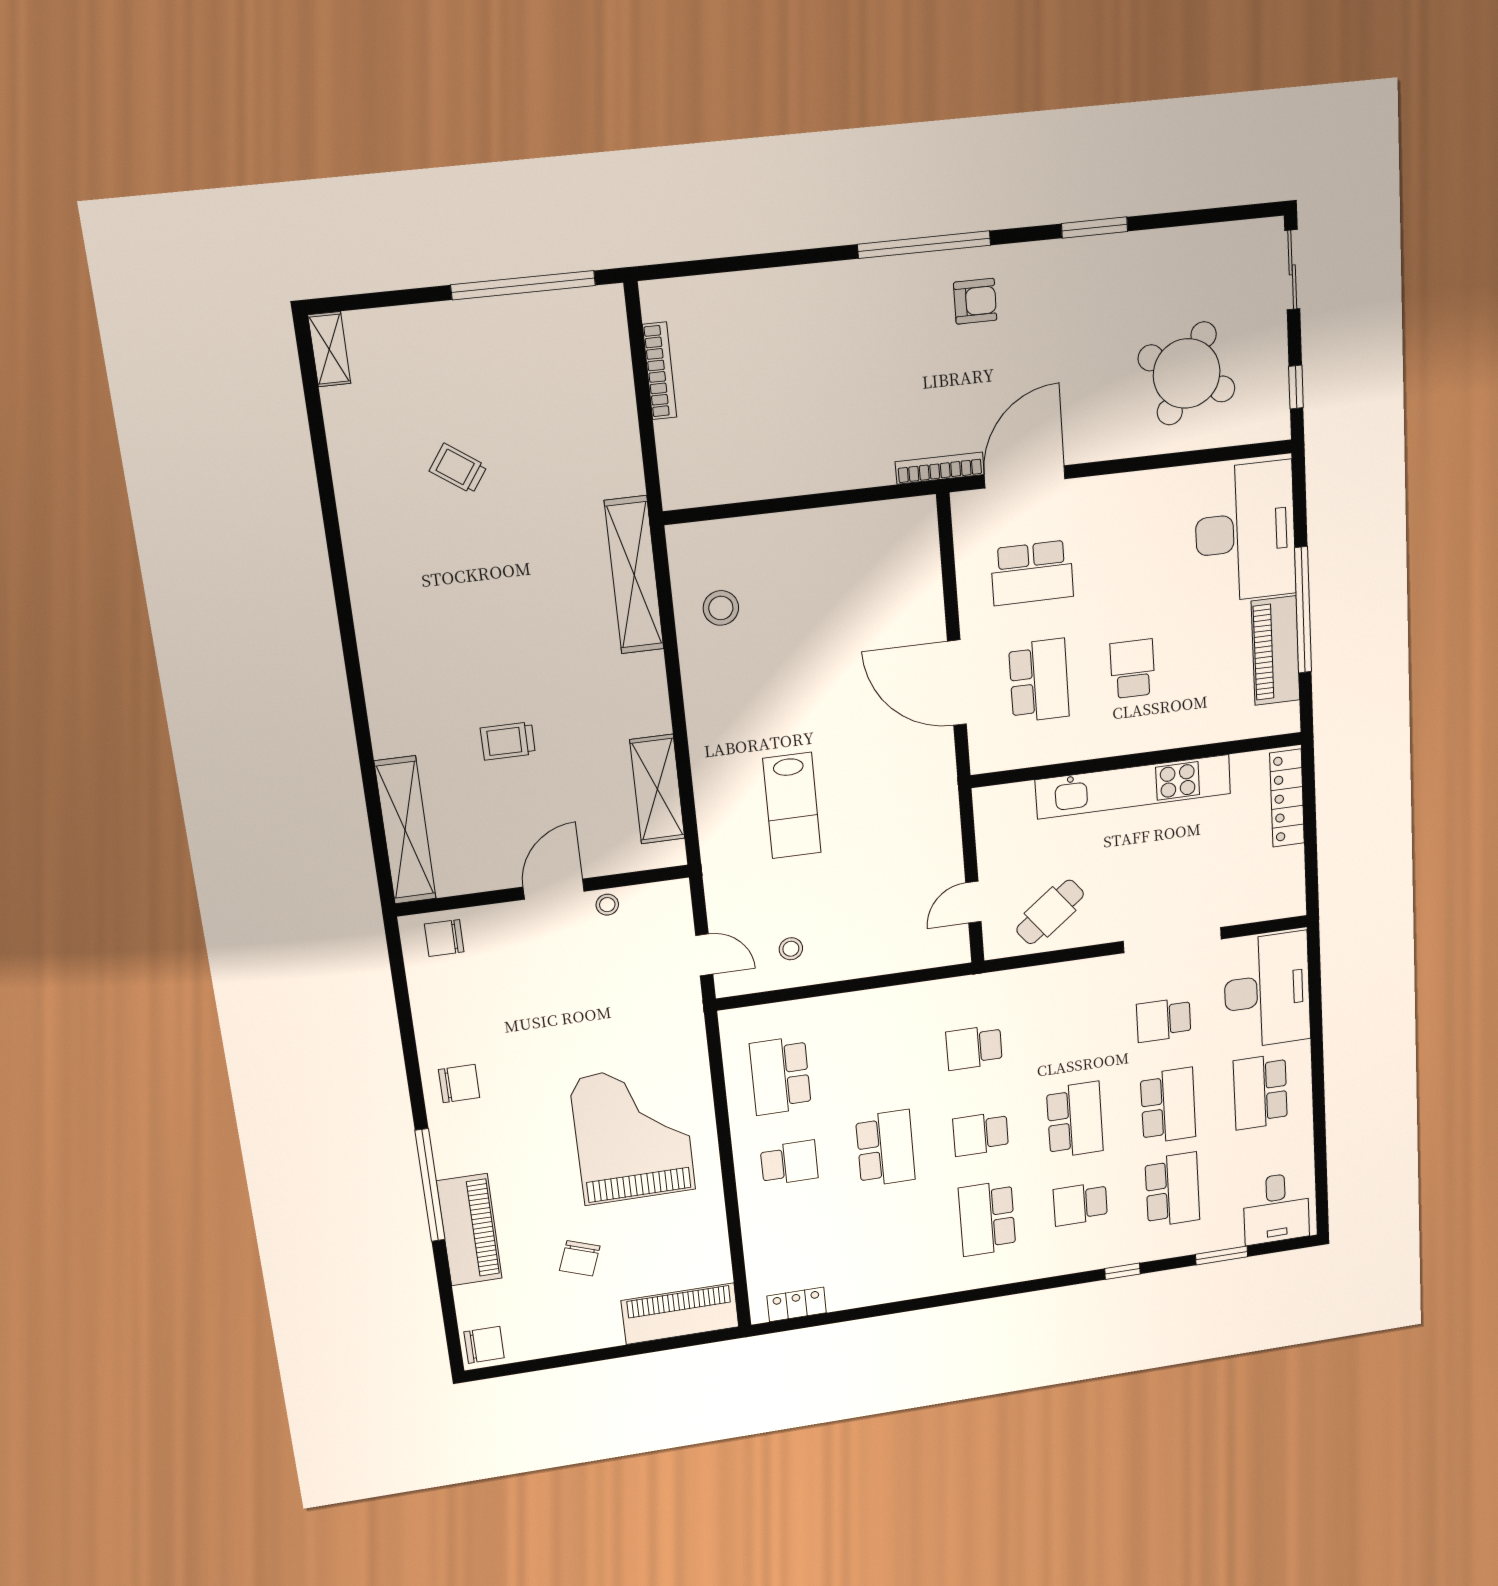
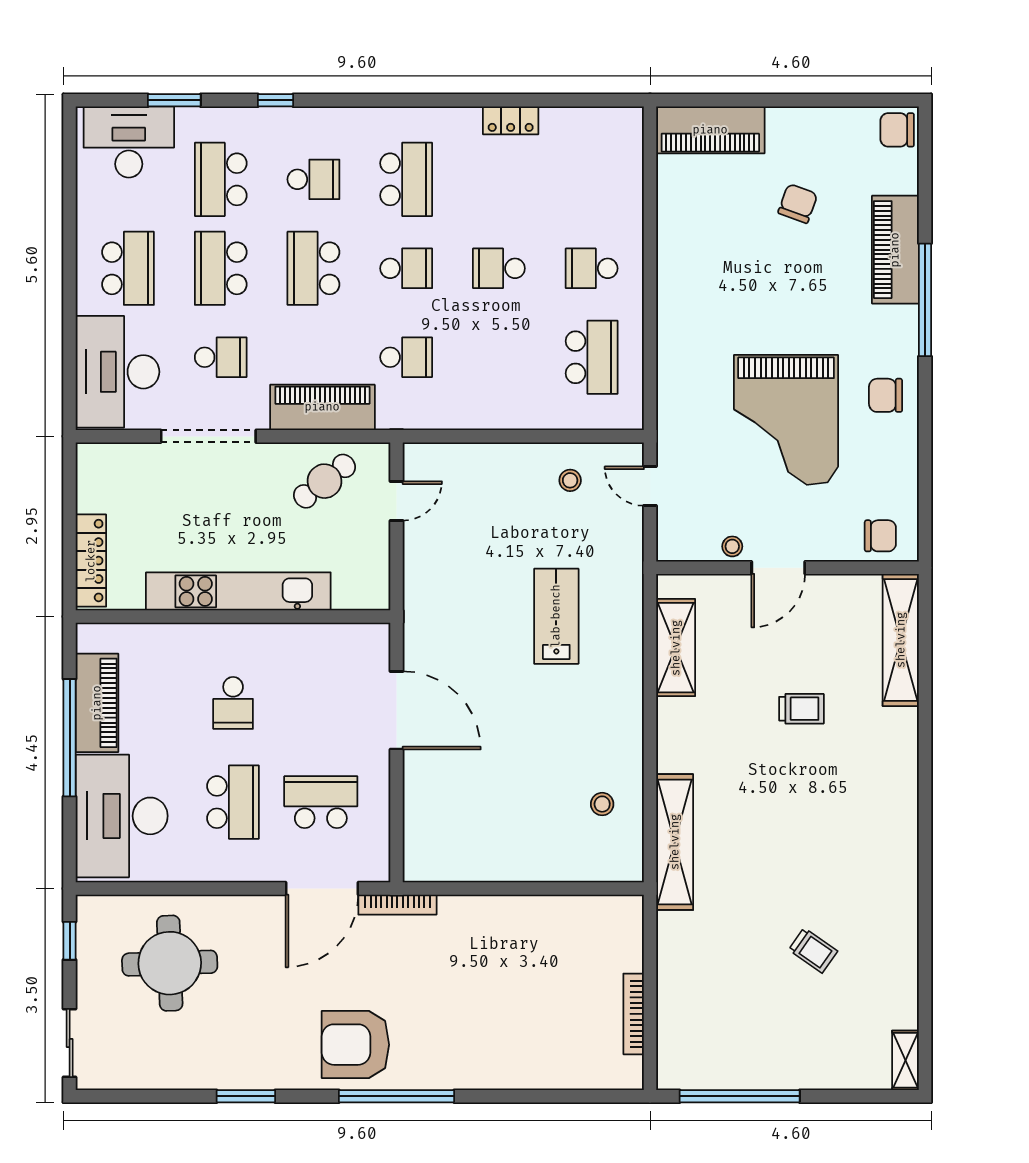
armchair: (975, 301) -> (355, 1045), width x1.88, depth x1.88
round table: (1187, 373) -> (170, 963), turned -30
stool: (721, 608) -> (602, 804), width x0.73, depth x0.73
school desk: (1039, 681) -> (233, 802), moved, turned 180
piano: (1057, 985) -> (322, 407), added
grand piano: (633, 1134) -> (786, 420), moved
school desk: (885, 1148) -> (499, 268), width x0.54
desk: (1276, 1208) -> (129, 142), width x1.37
locker: (797, 1304) -> (511, 120), moved

